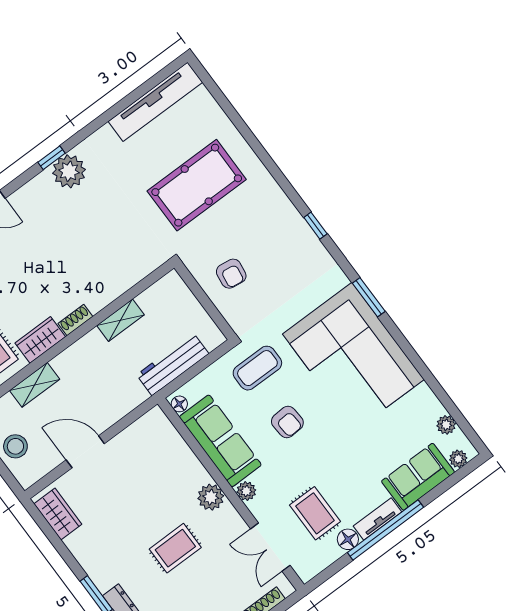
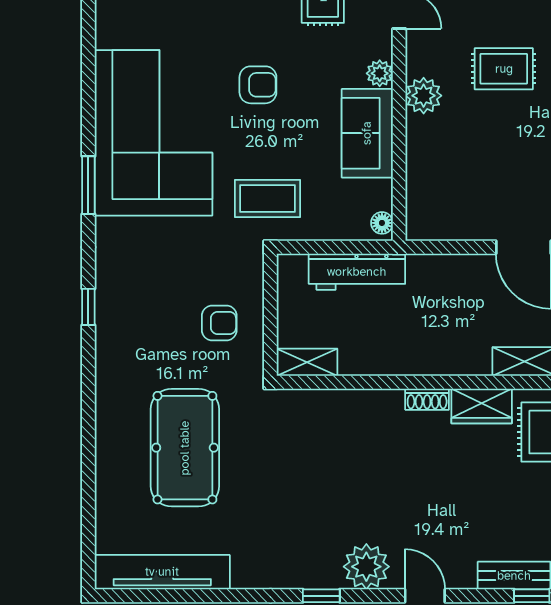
plant: (69, 171) -> (366, 567), moved
pool table: (197, 185) -> (185, 448), turned 90
armchair: (231, 274) -> (219, 323), turned 82
shelving: (120, 320) -> (307, 362), moved
armchair: (287, 422) -> (258, 85), moved, turned 94
sofa: (220, 441) -> (367, 133), width x0.73

